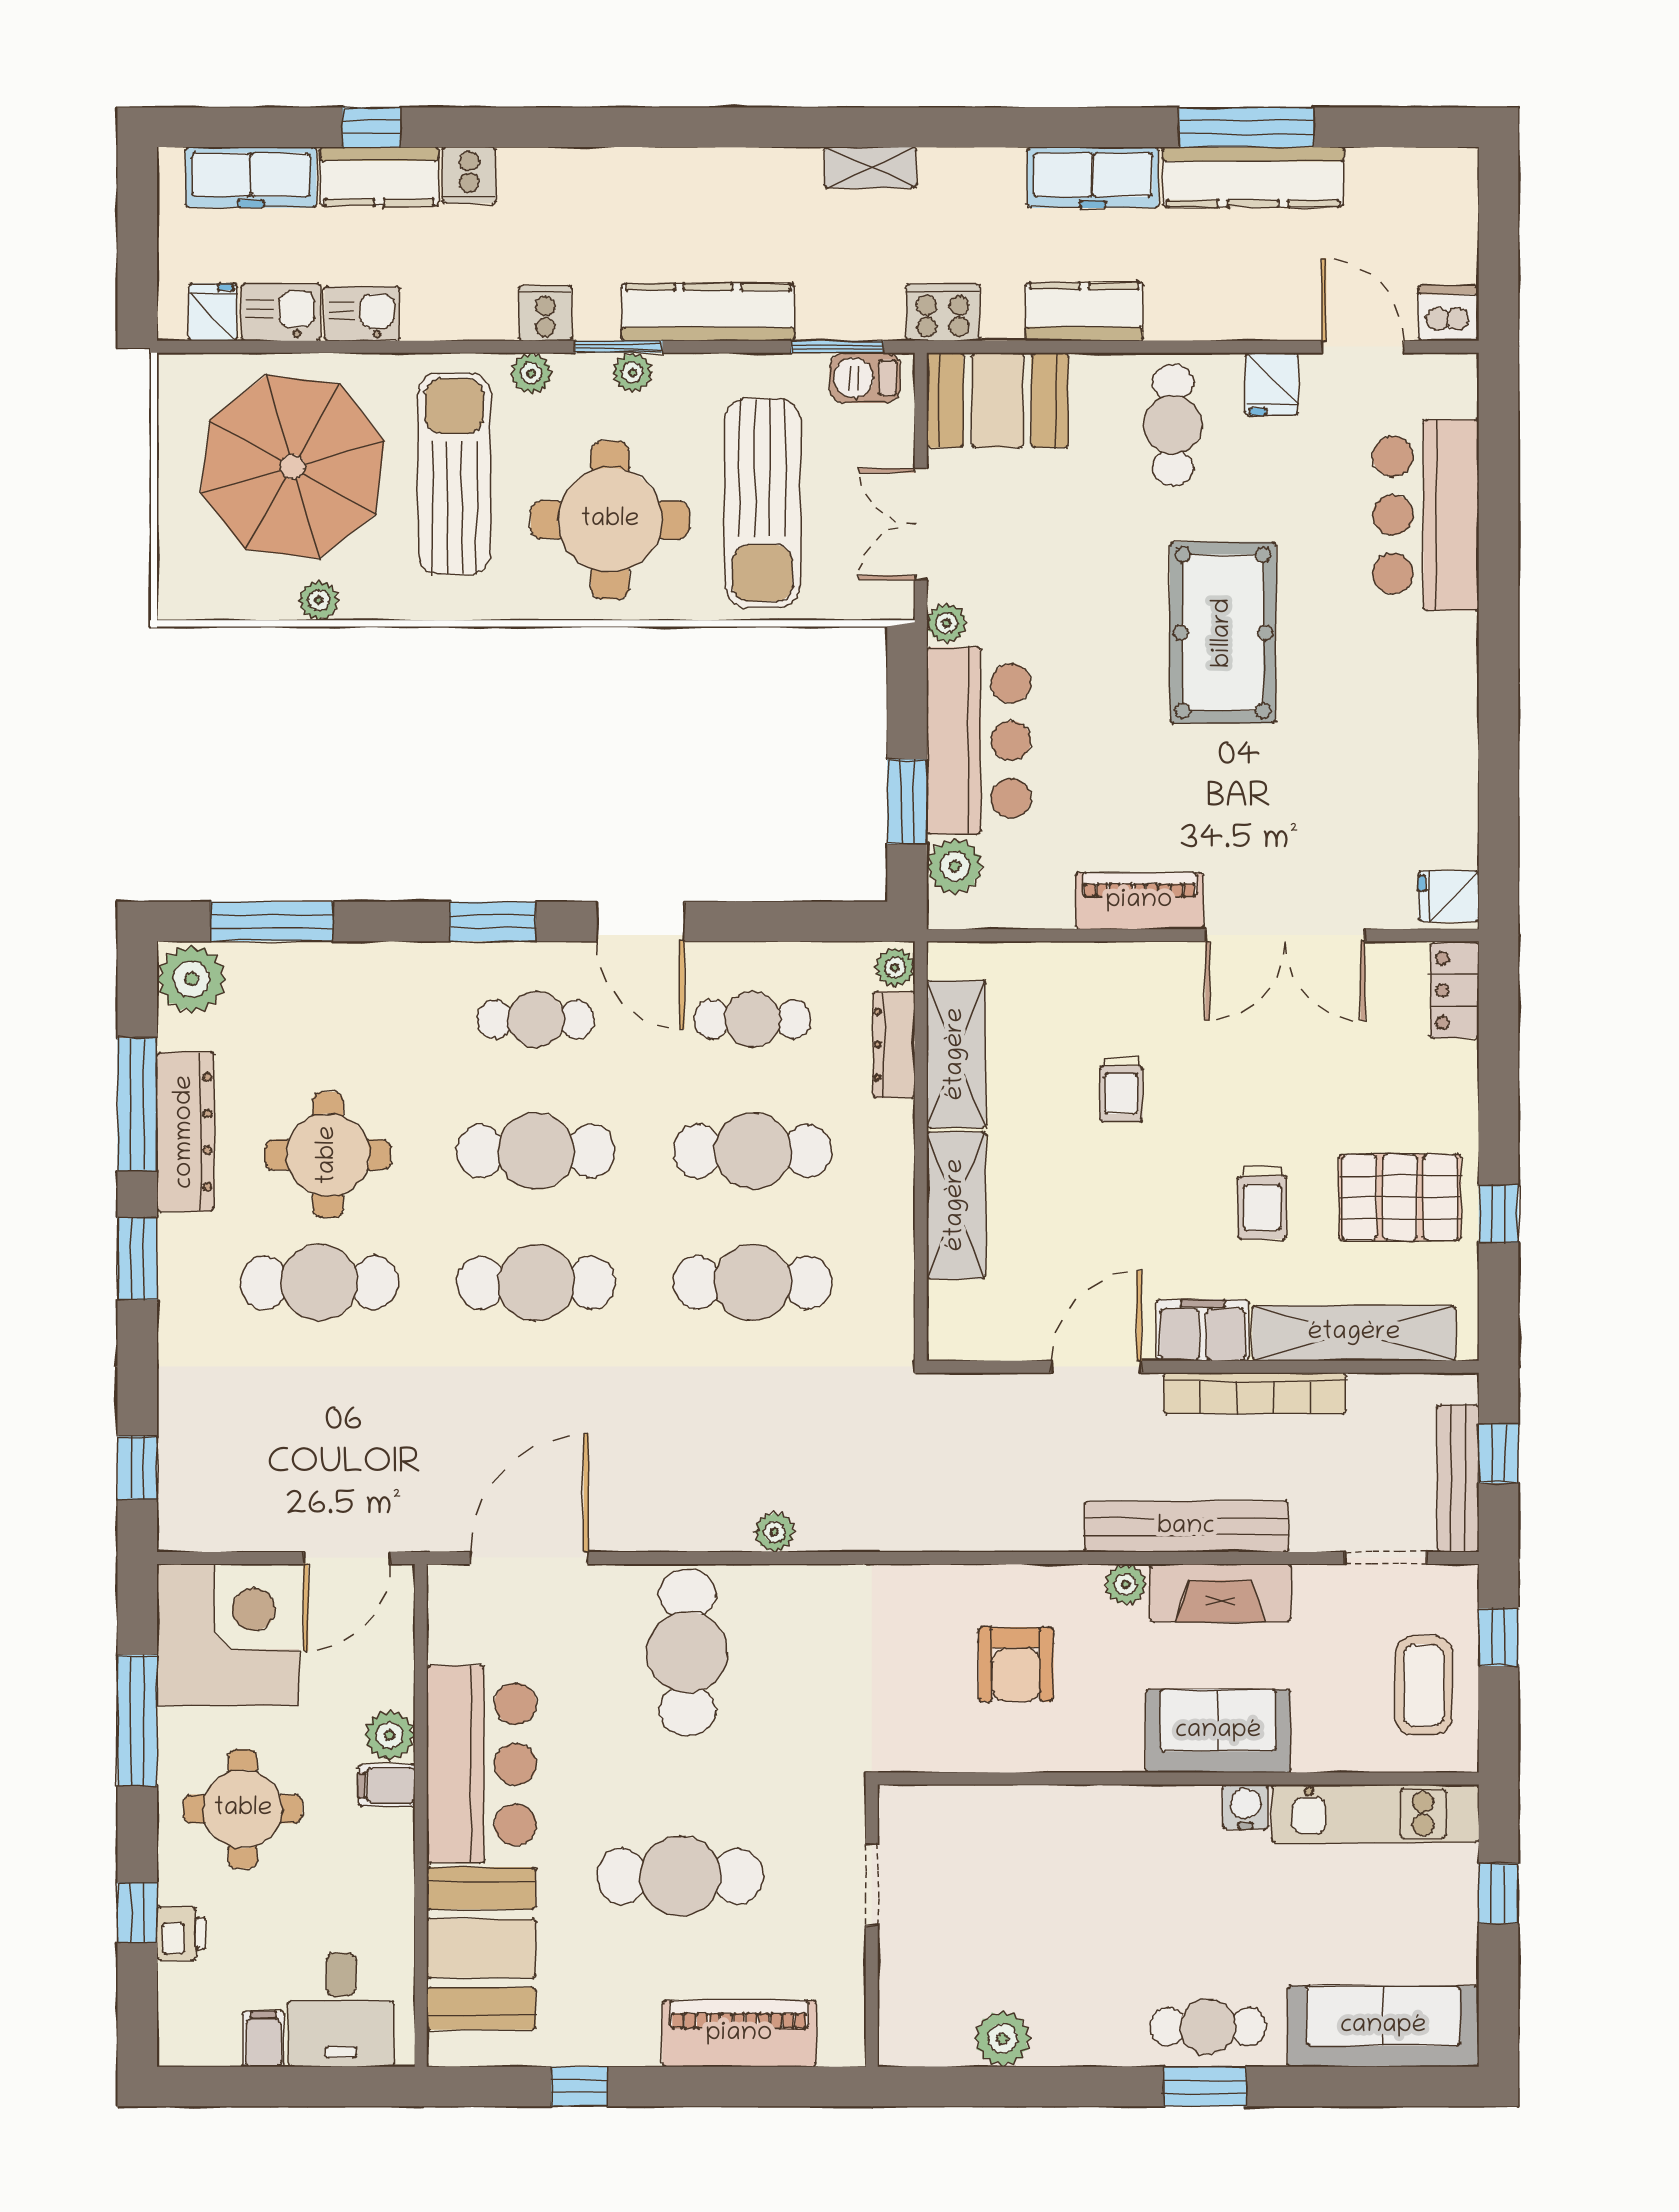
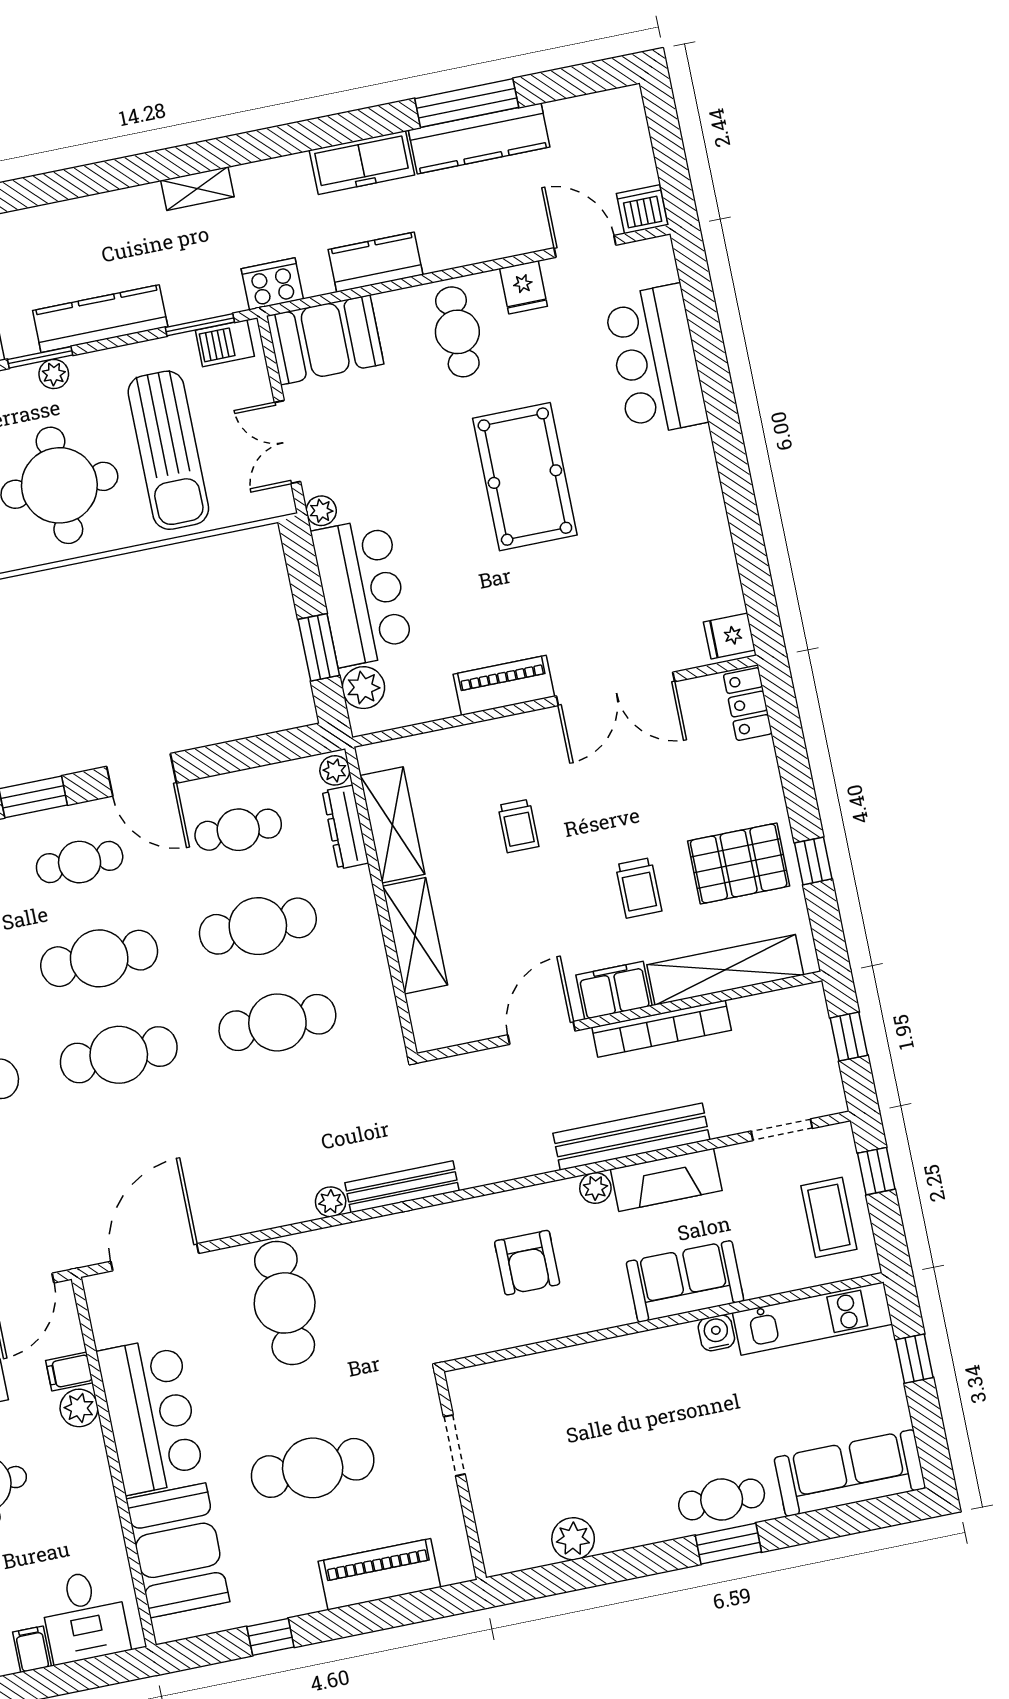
bench: (1458, 1478) -> (402, 1187), moved, turned 90
filing cabinet: (387, 1785) -> (69, 1372), moved

